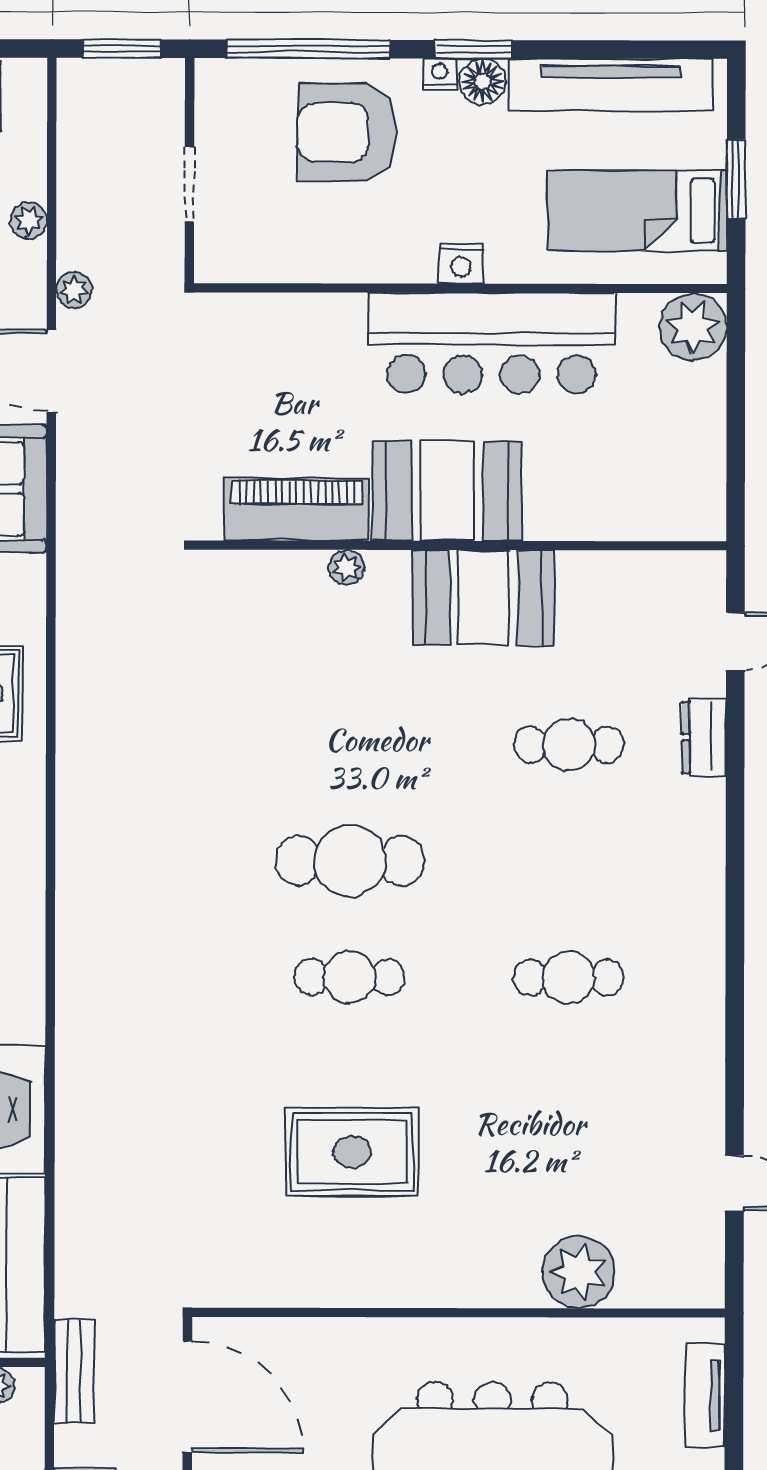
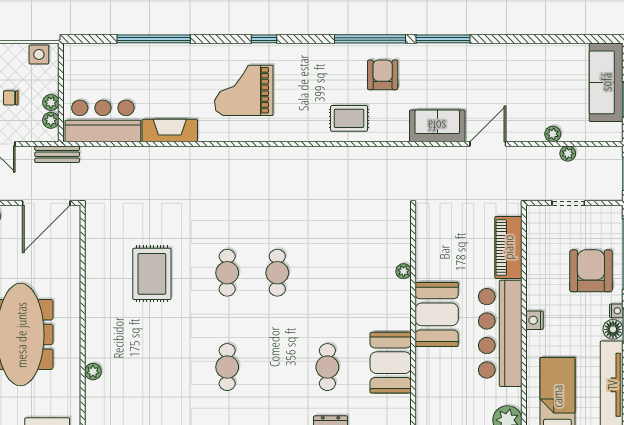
plant: (74, 290) -> (568, 154), moved
piano: (297, 509) -> (508, 247), moved, turned 180
booth: (483, 598) -> (391, 363), moved
cafe table: (350, 861) -> (277, 273), width x0.73, depth x0.74
plant: (579, 1272) -> (93, 372), width x0.53, depth x0.53

